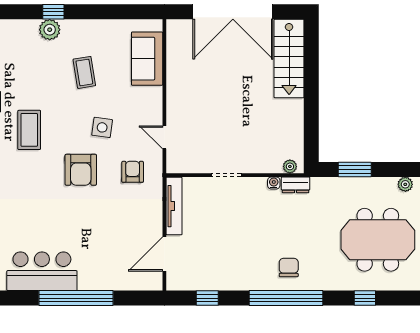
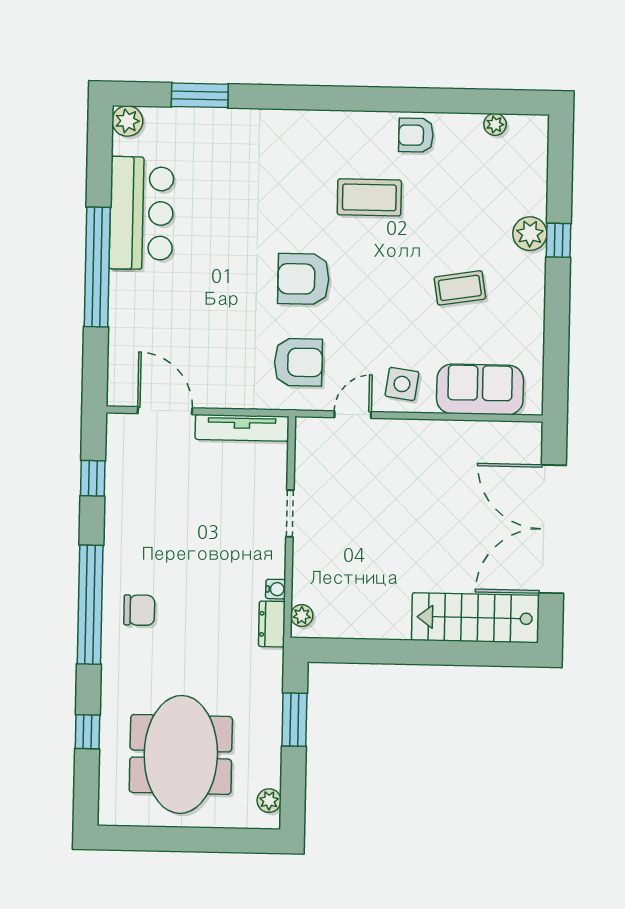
side table: (102, 127) -> (402, 384), moved
armchair: (133, 172) -> (298, 362), width x1.38, depth x1.38

